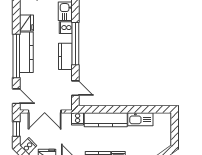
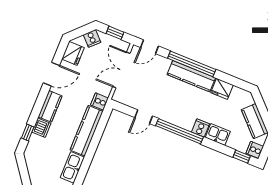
kitchen counter: (65, 56) -> (170, 115), removed
door: (75, 88) -> (144, 117), moved

